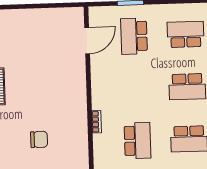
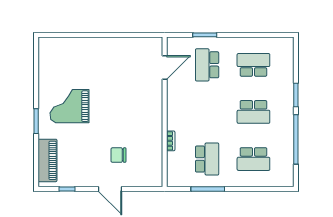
chair: (39, 139) -> (118, 155), turned 180

